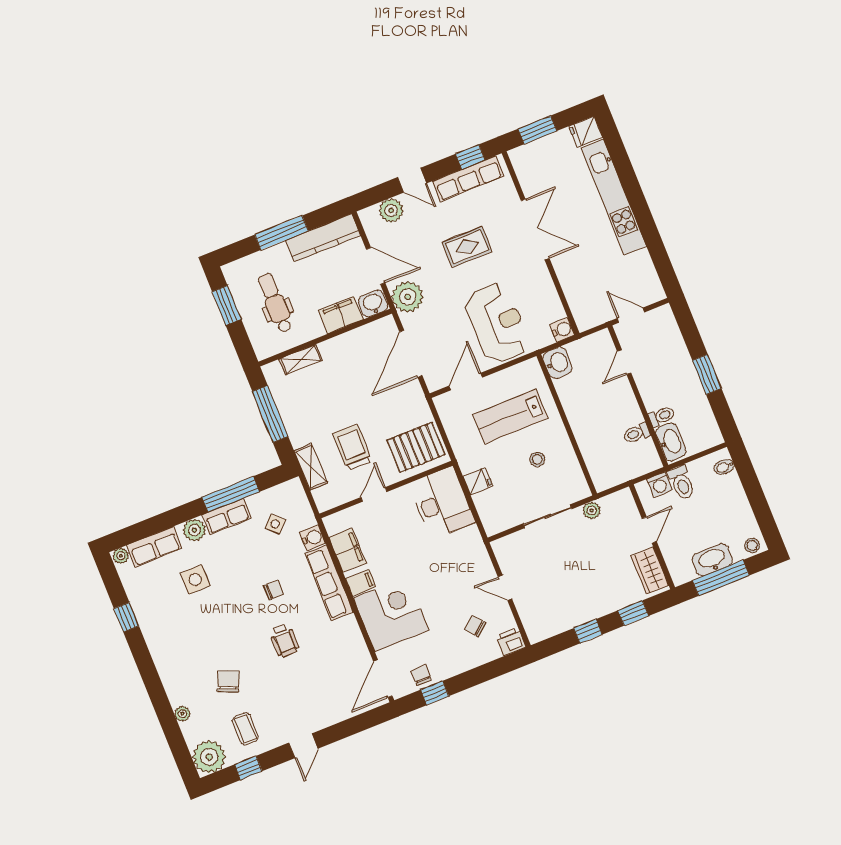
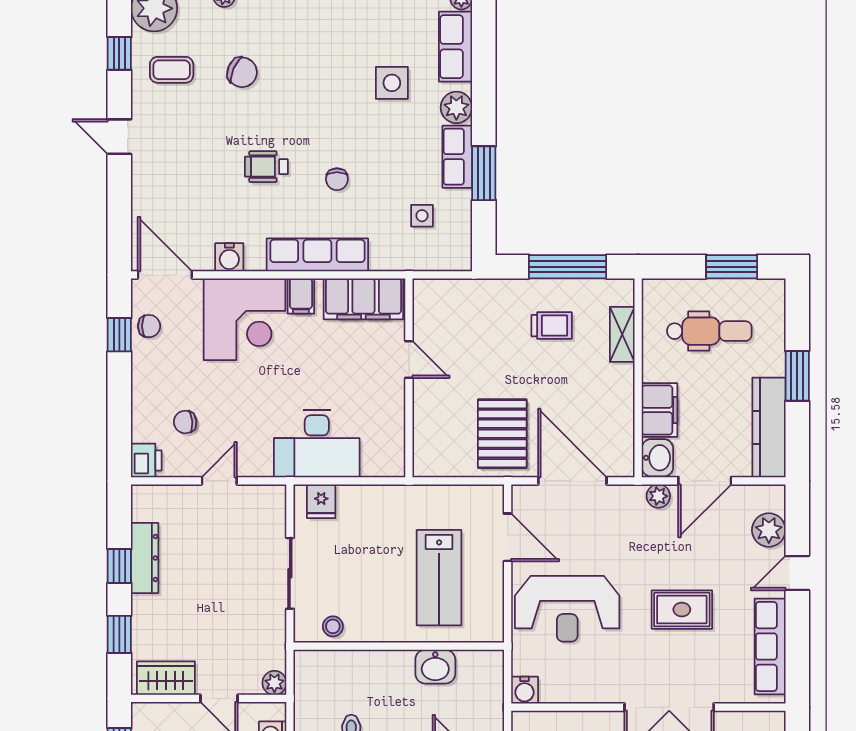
window: (470, 157) -> (797, 661), removed
window: (282, 233) -> (797, 376), width x0.69
rug: (467, 247) -> (682, 610), turned 90
plant: (408, 297) -> (658, 496), width x0.53, depth x0.53
washbasin: (558, 363) -> (435, 667), moved
lab bench: (511, 416) -> (439, 578), turned 180
trolley: (352, 447) -> (552, 326), moved, width x0.73, depth x0.72
pallet: (416, 447) -> (502, 434), moved
stool: (537, 459) -> (333, 626), moved
shelving: (311, 467) -> (478, 292), removed
fridge: (478, 481) -> (321, 501), moved
window: (231, 494) -> (484, 173), width x0.69
desk: (442, 503) -> (317, 444), moved
plant: (592, 510) -> (274, 683), moved
side table: (275, 524) -> (422, 216), turned 45
water cooler: (313, 538) -> (229, 257), moved
filing cabinet: (348, 550) -> (363, 299), width x1.50, depth x1.17
dresser: (576, 617) -> (145, 558), added
chair: (475, 626) -> (185, 422), turned -145

